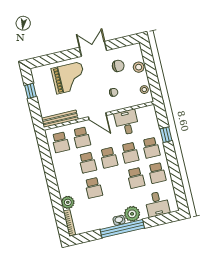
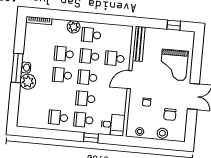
desk: (127, 122) -> (113, 125), moved
school desk: (61, 142) -> (91, 35), moved
school desk: (136, 178) -> (62, 75), moved
plant: (68, 202) -> (74, 27), moved
desk: (157, 204) -> (29, 108), removed
window: (122, 229) -> (17, 68), width x0.68

